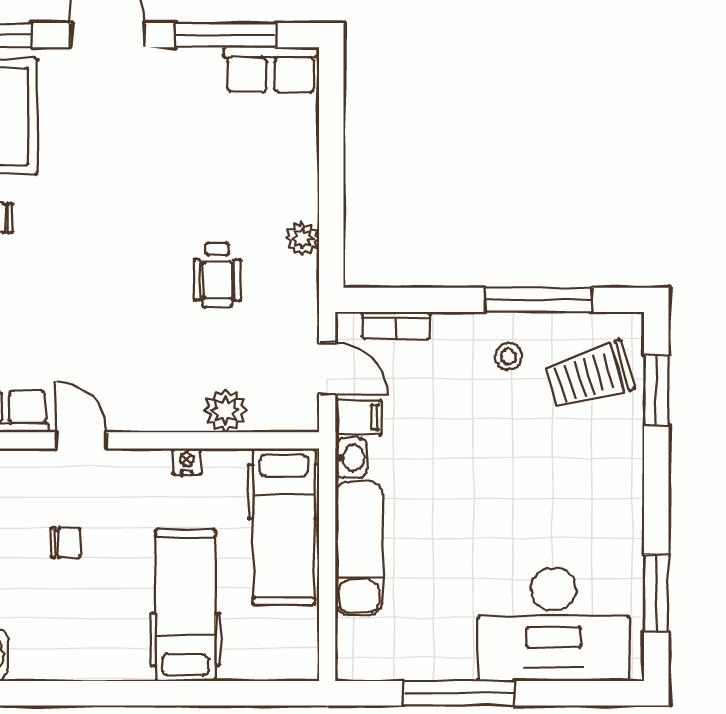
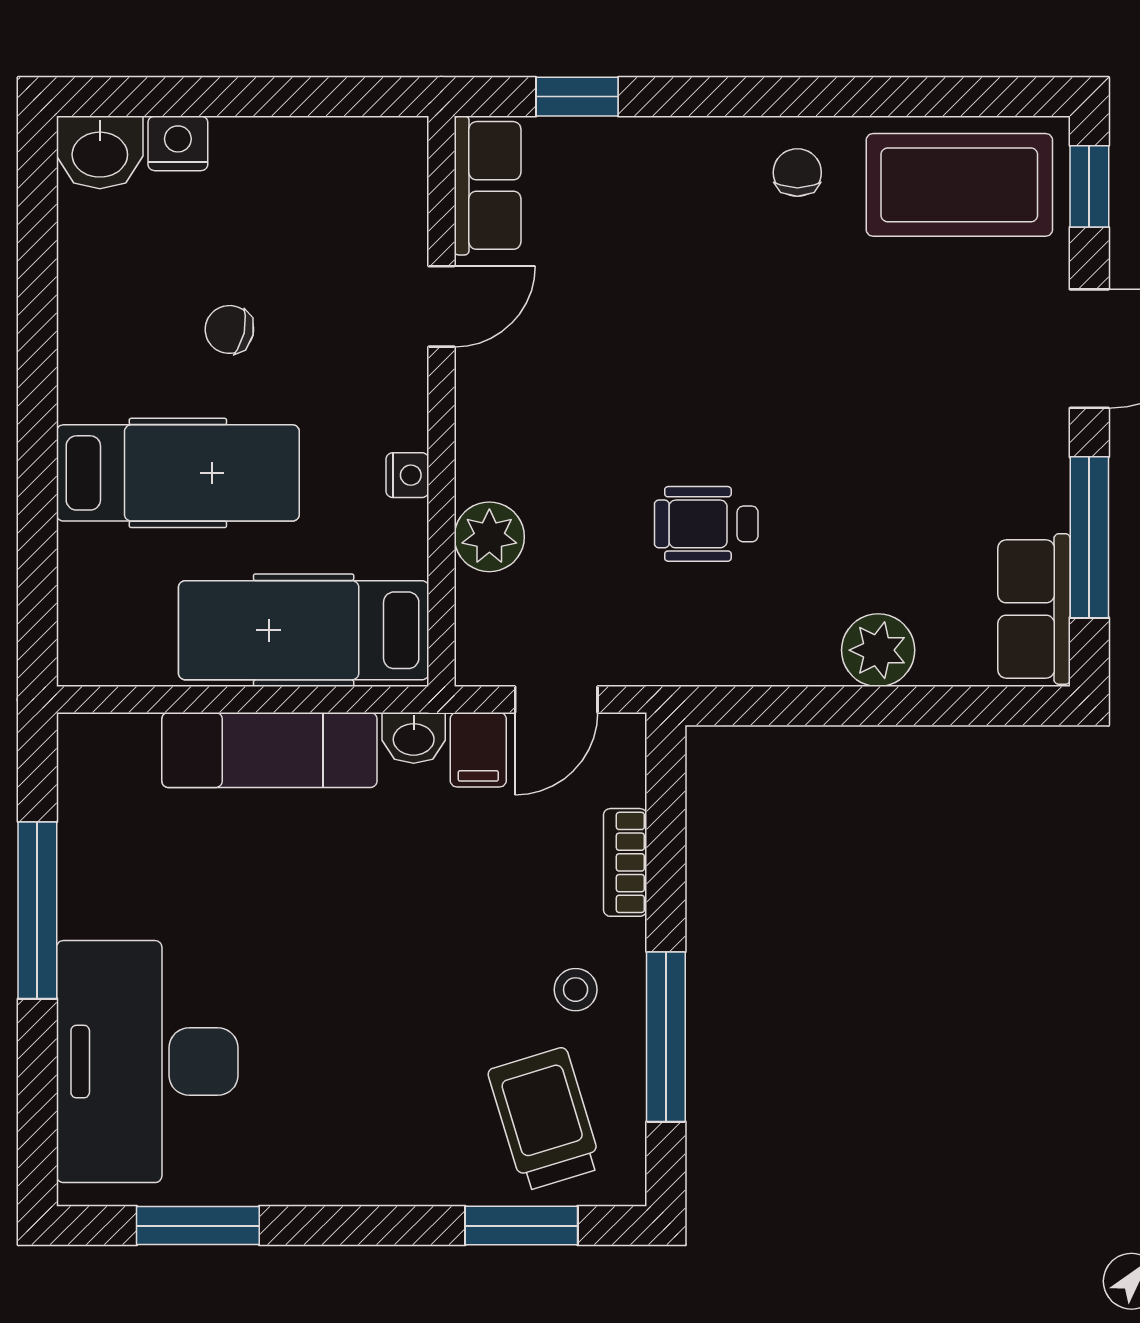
plant: (303, 238) -> (878, 650), moved, width x1.38, depth x1.38
bookcase: (396, 326) -> (625, 862), moved
chair: (66, 543) -> (229, 329), moved, turned 103

